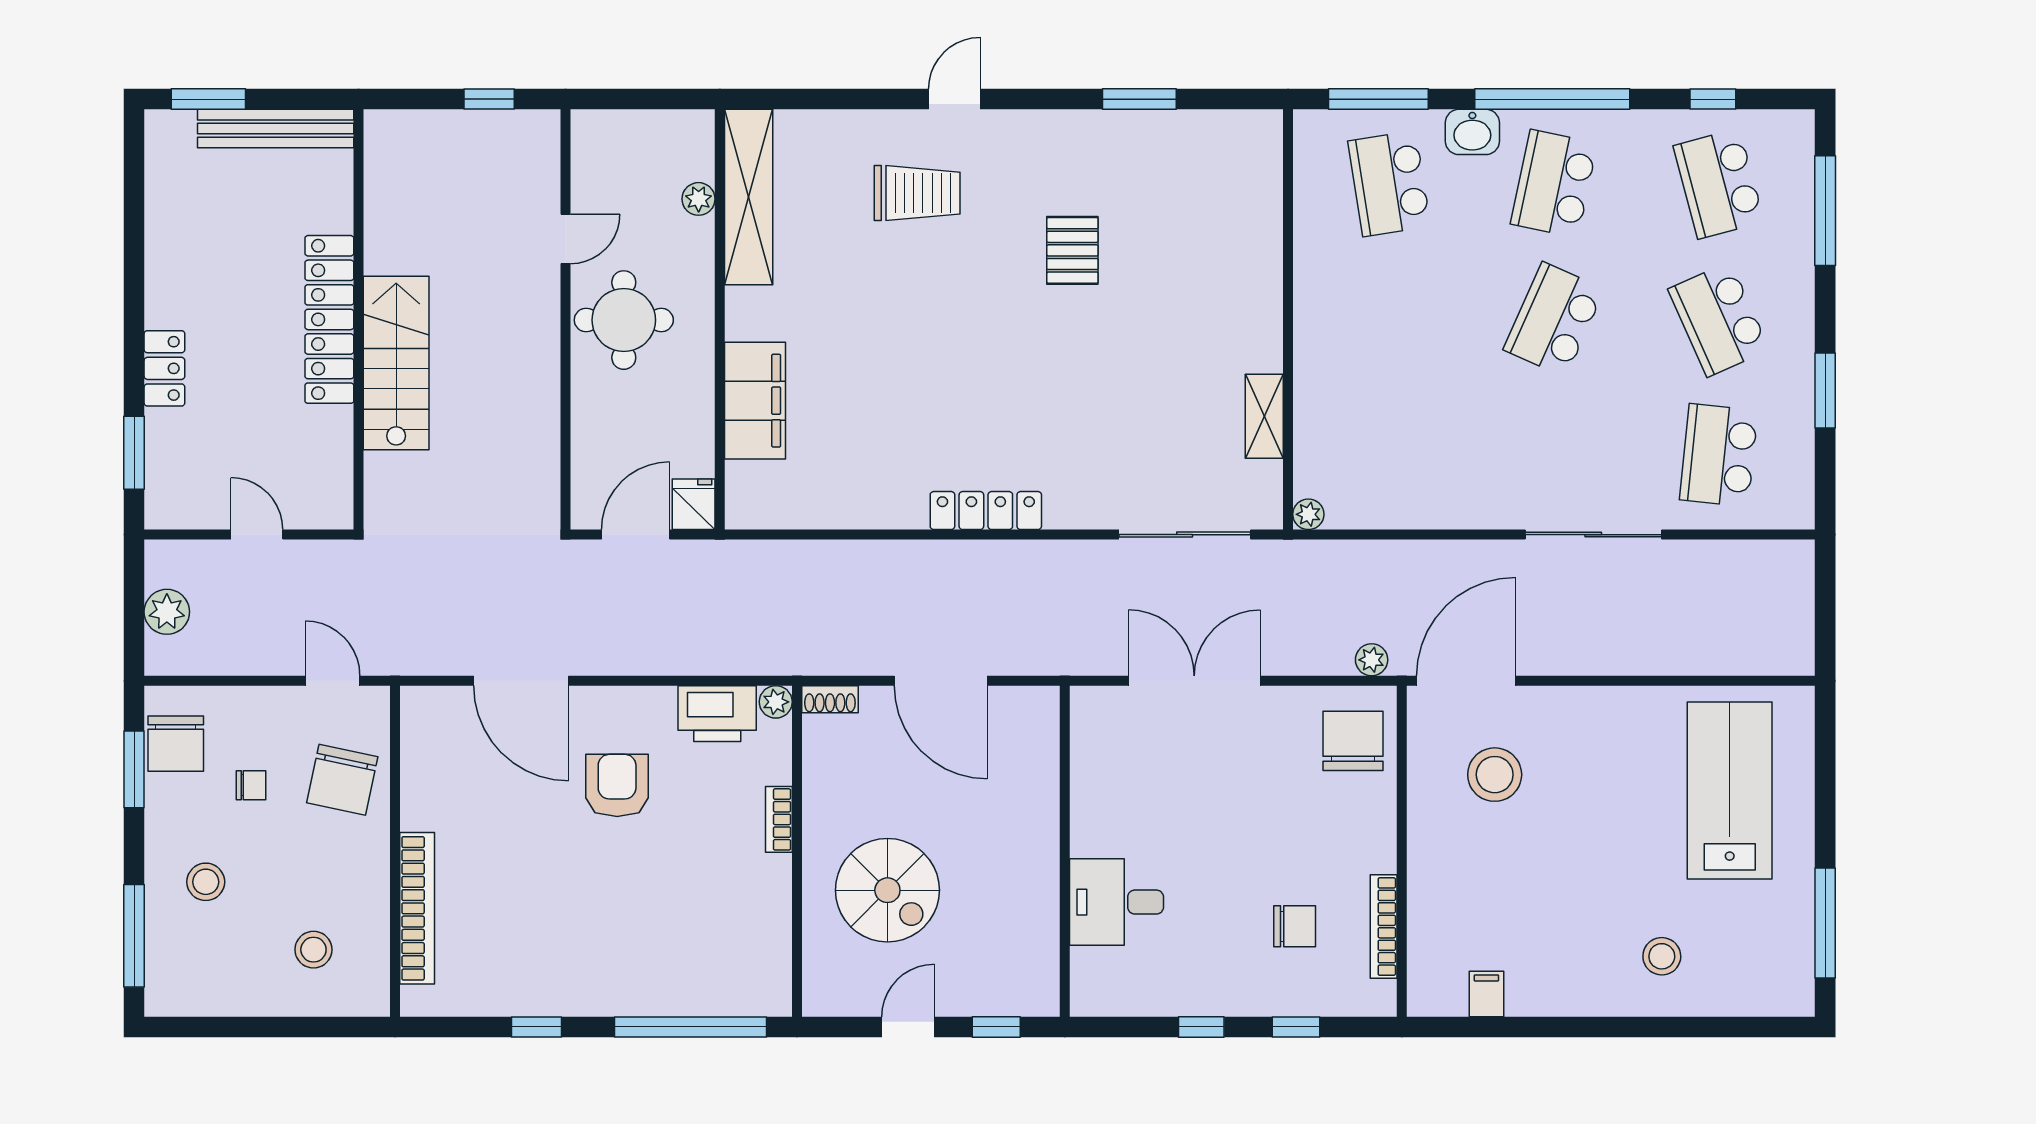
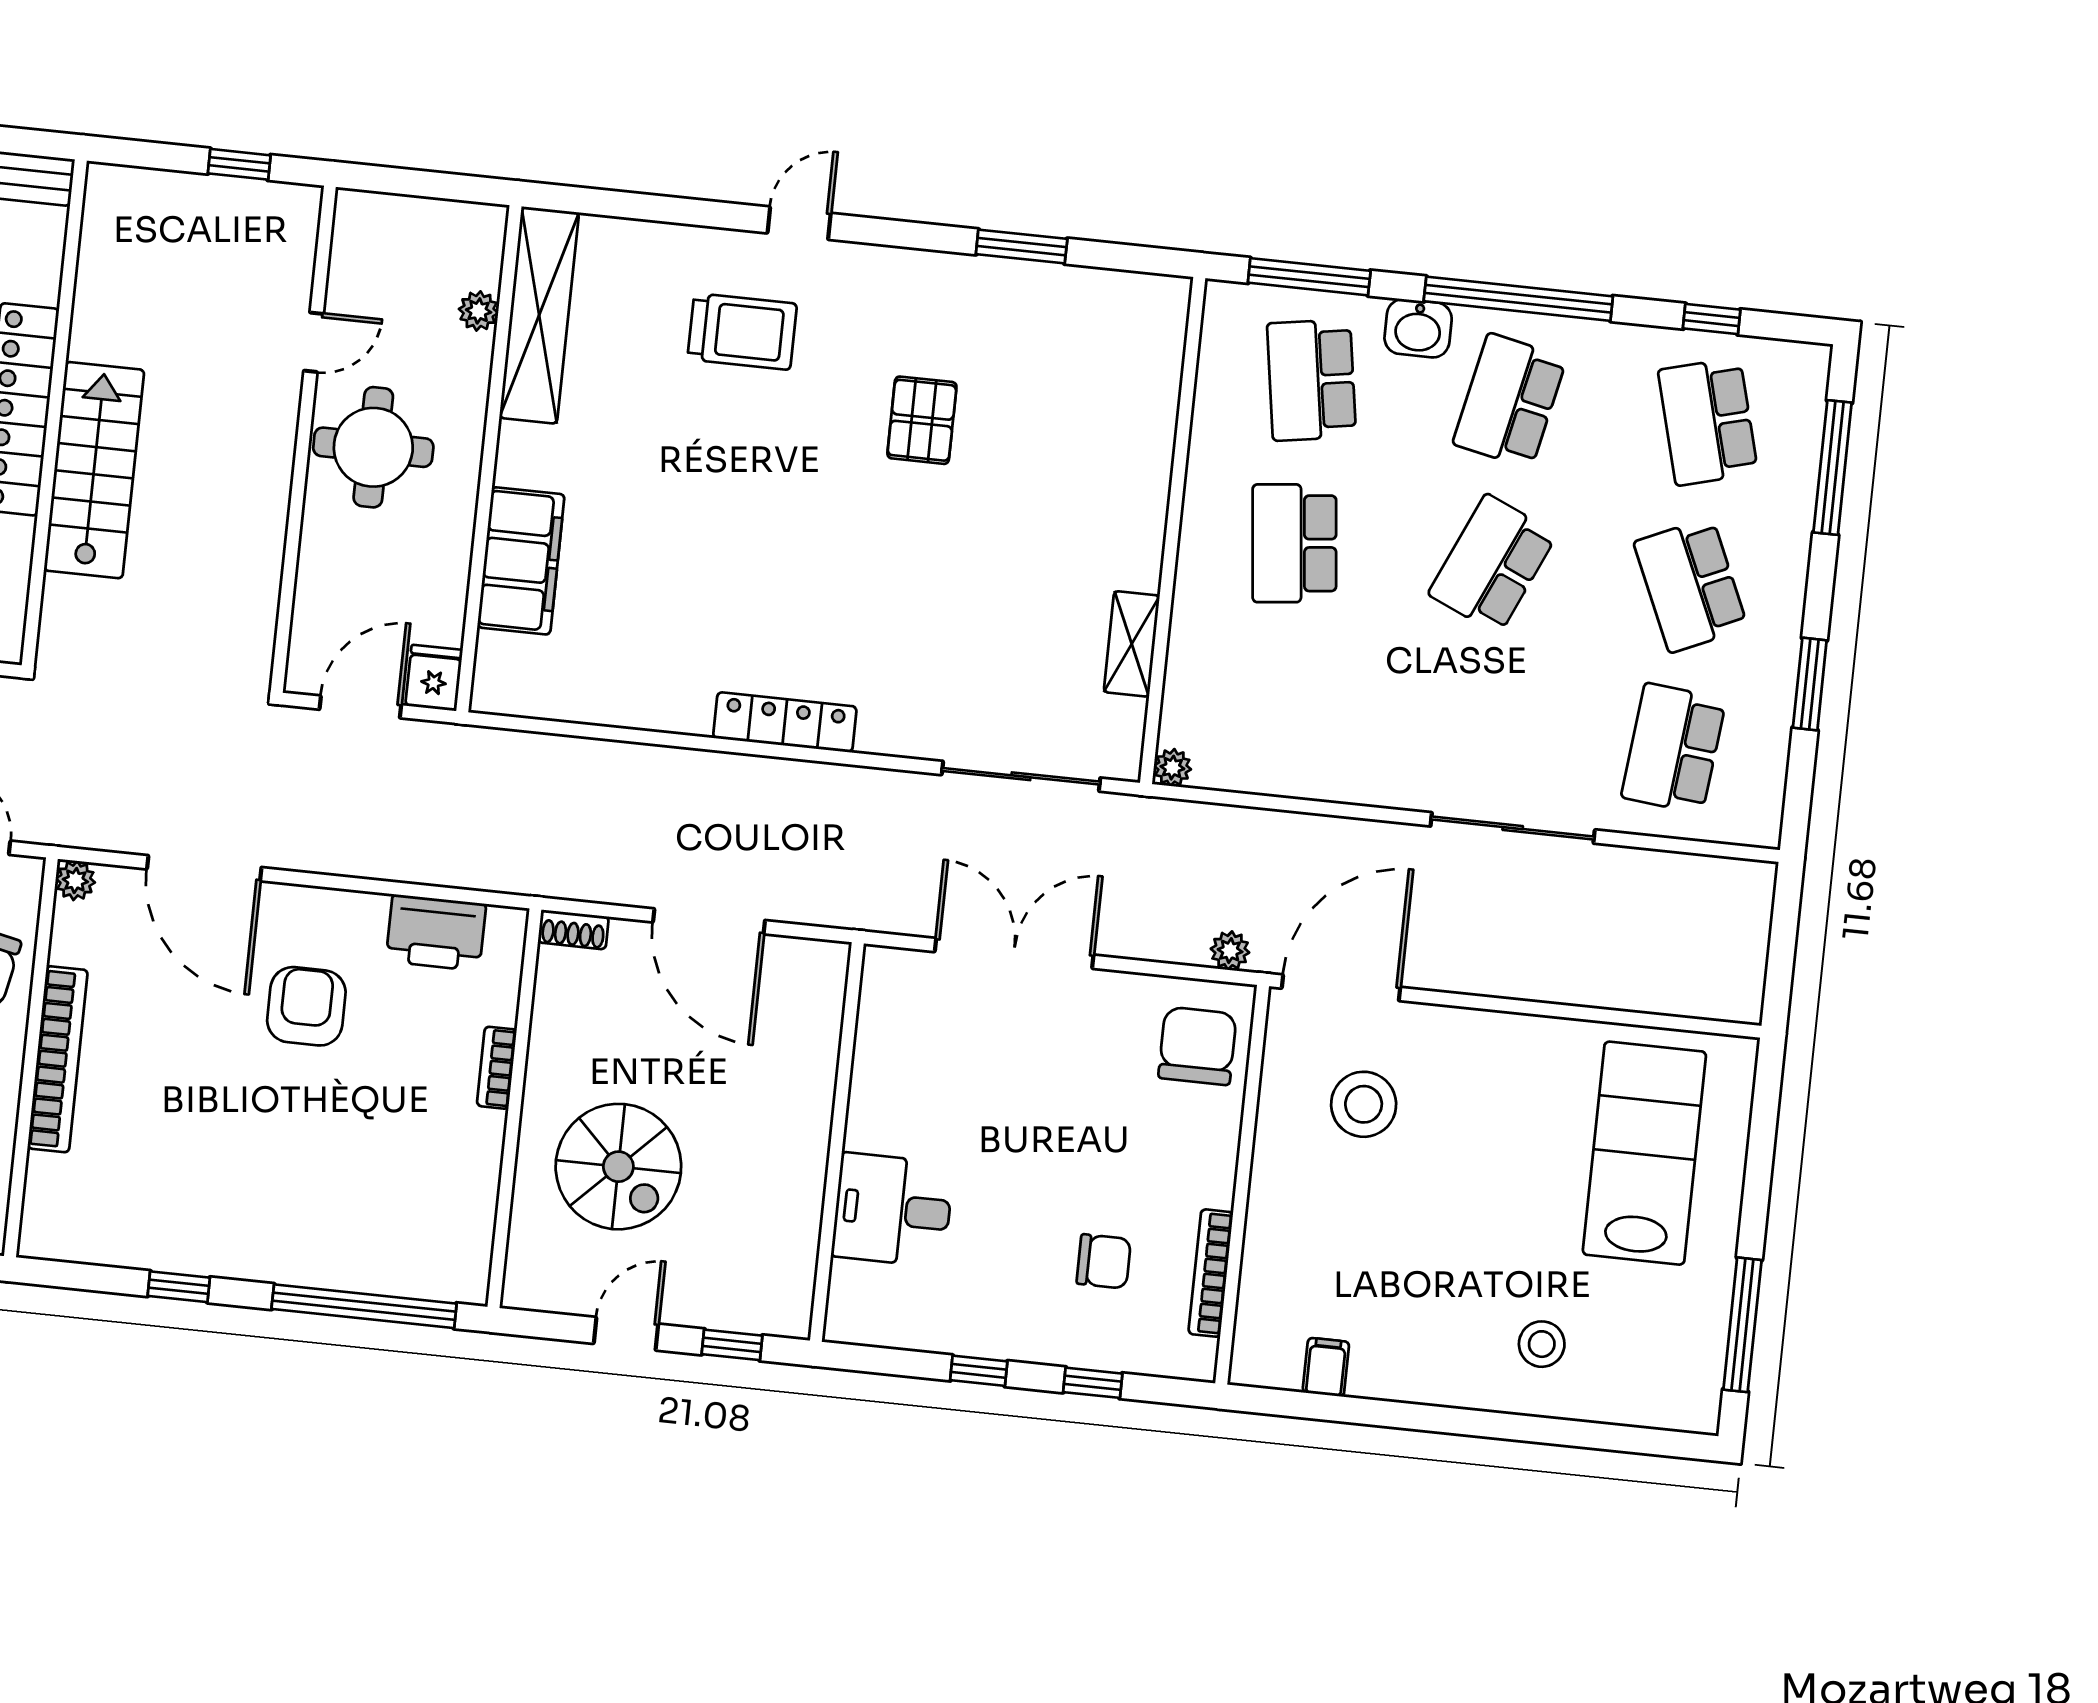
school desk: (1389, 319) -> (1294, 543), added
plant: (776, 702) -> (75, 880), moved
bookcase: (417, 908) -> (58, 1059), moved

